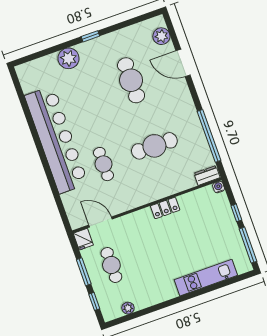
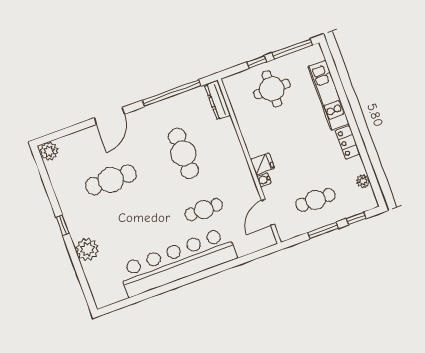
plant: (161, 36) -> (49, 151), moved
door: (183, 63) -> (109, 116), moved
dresser: (207, 175) -> (217, 100), width x1.44
water cooler: (219, 187) -> (264, 180), moved
locker: (165, 208) -> (348, 142), moved, turned 180
round table: (212, 227) -> (272, 89), added
fridge: (83, 239) -> (262, 164), moved

